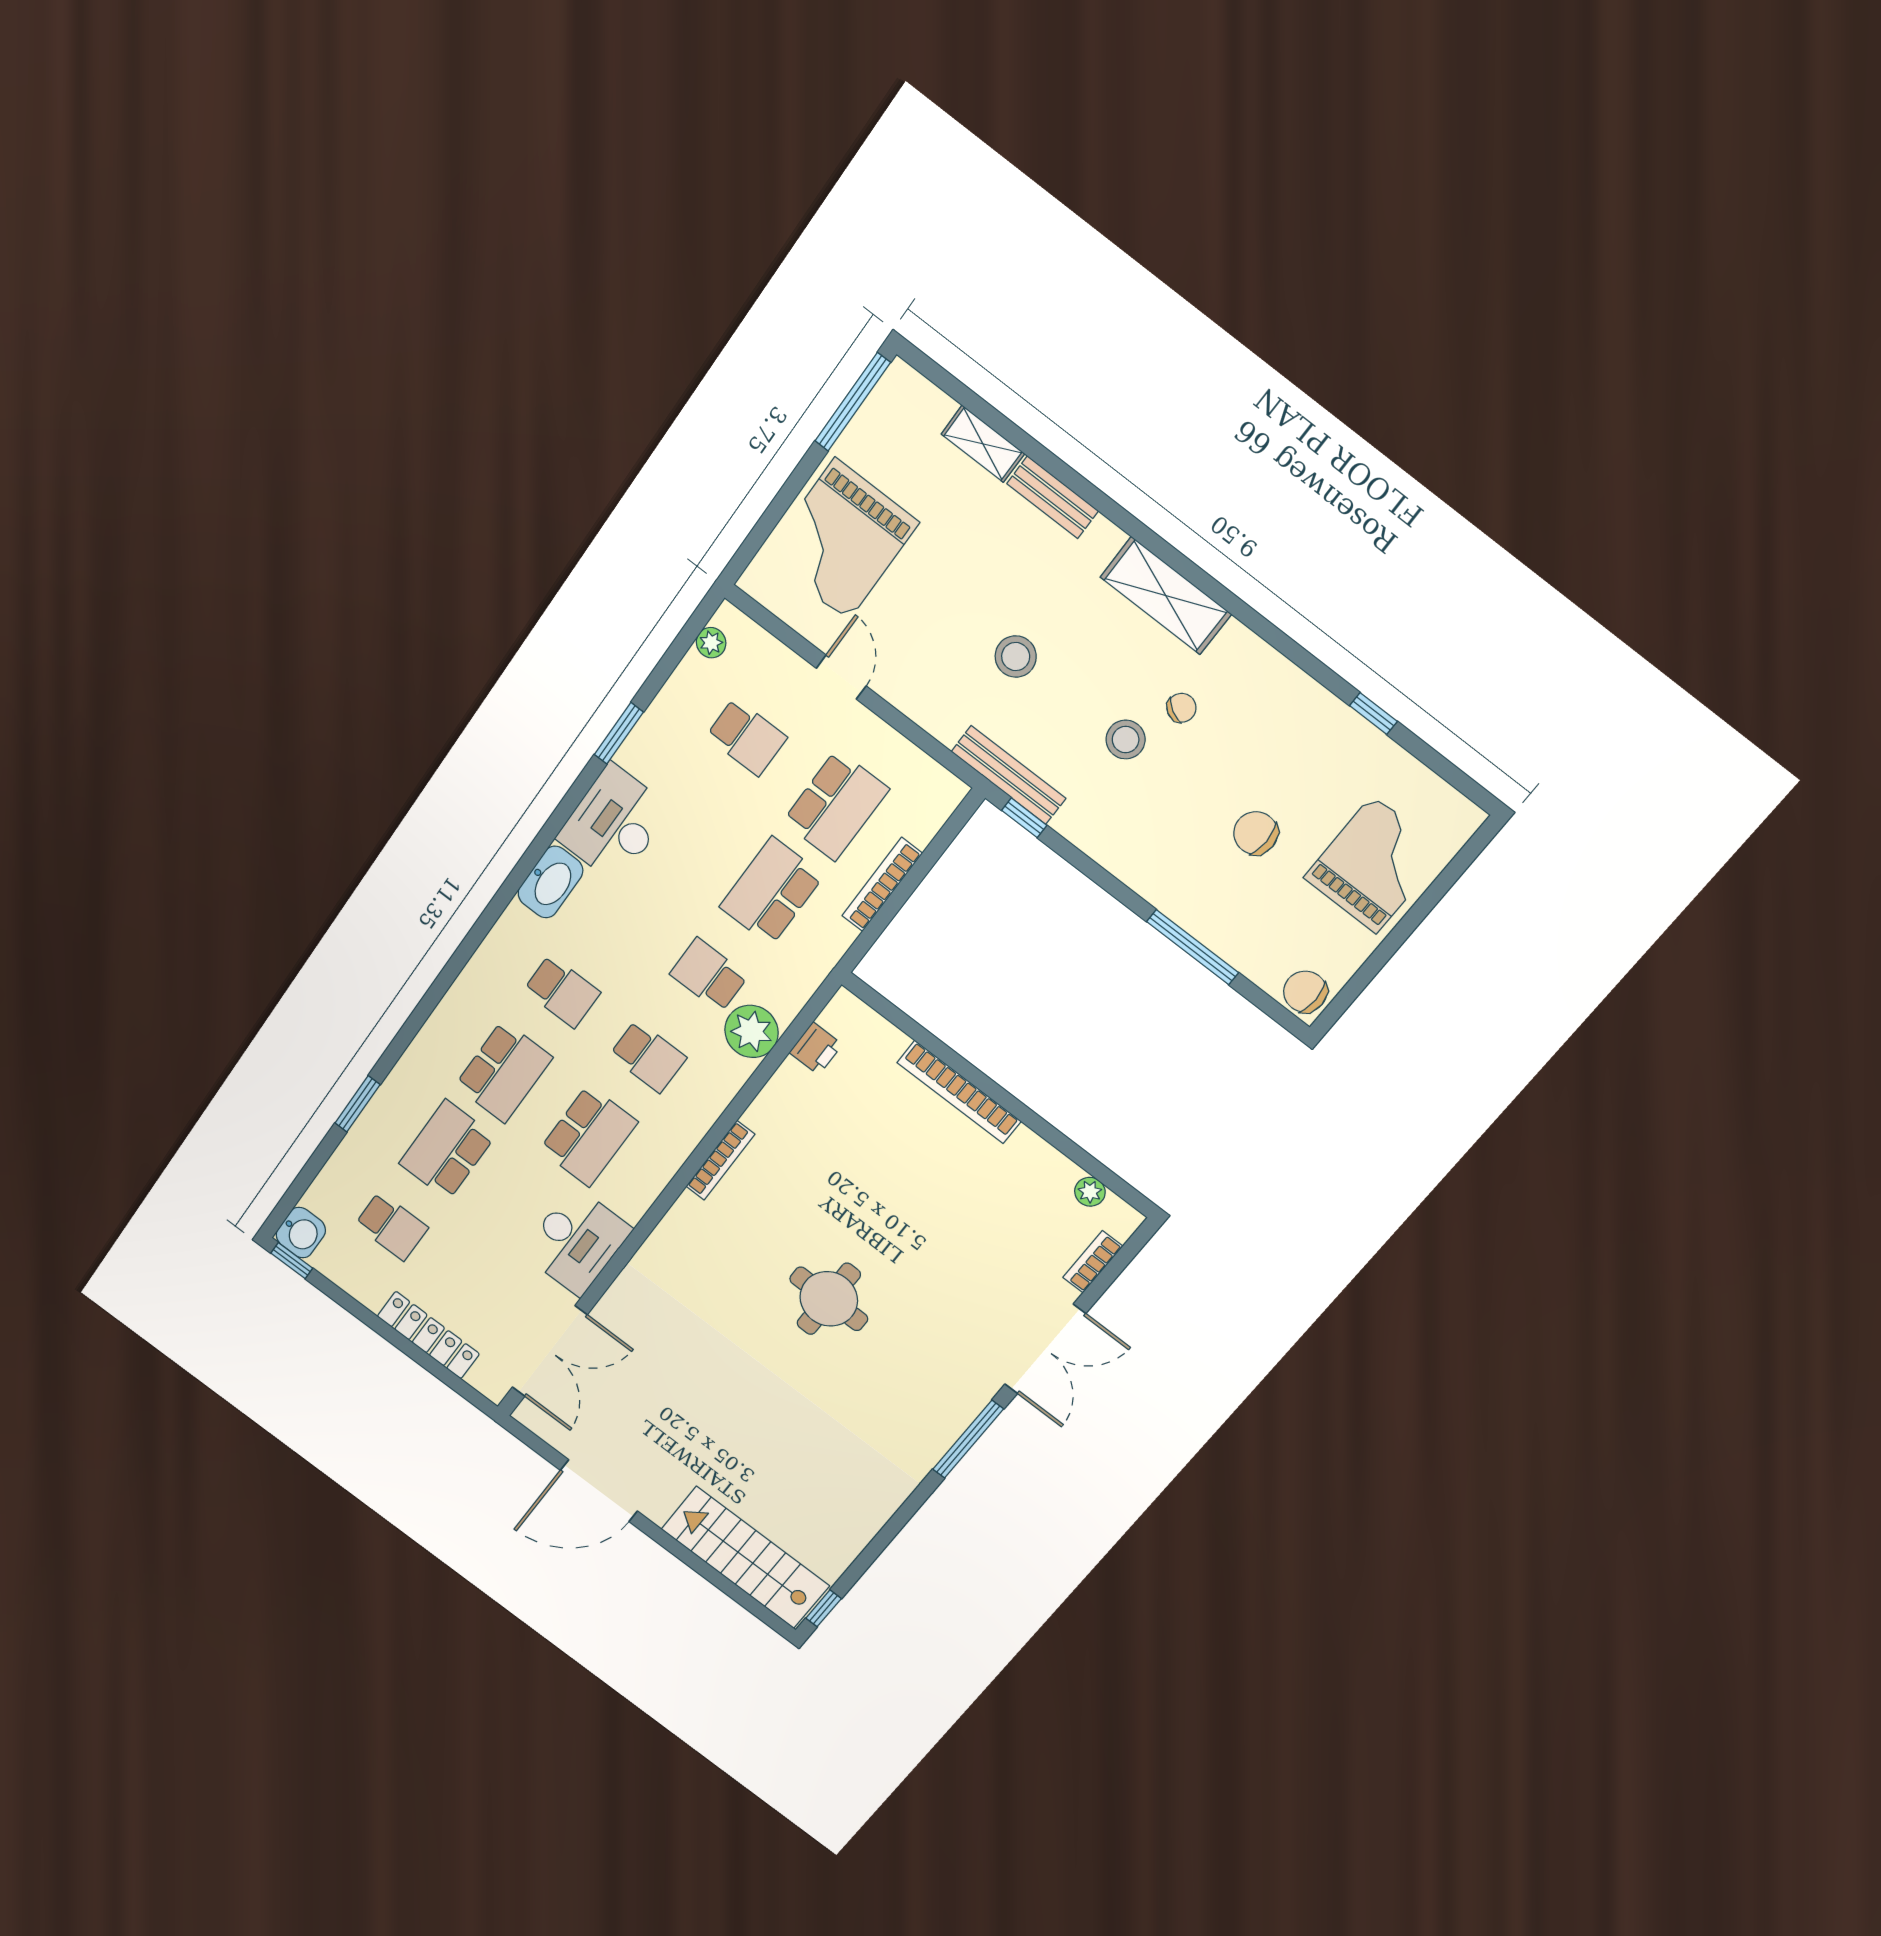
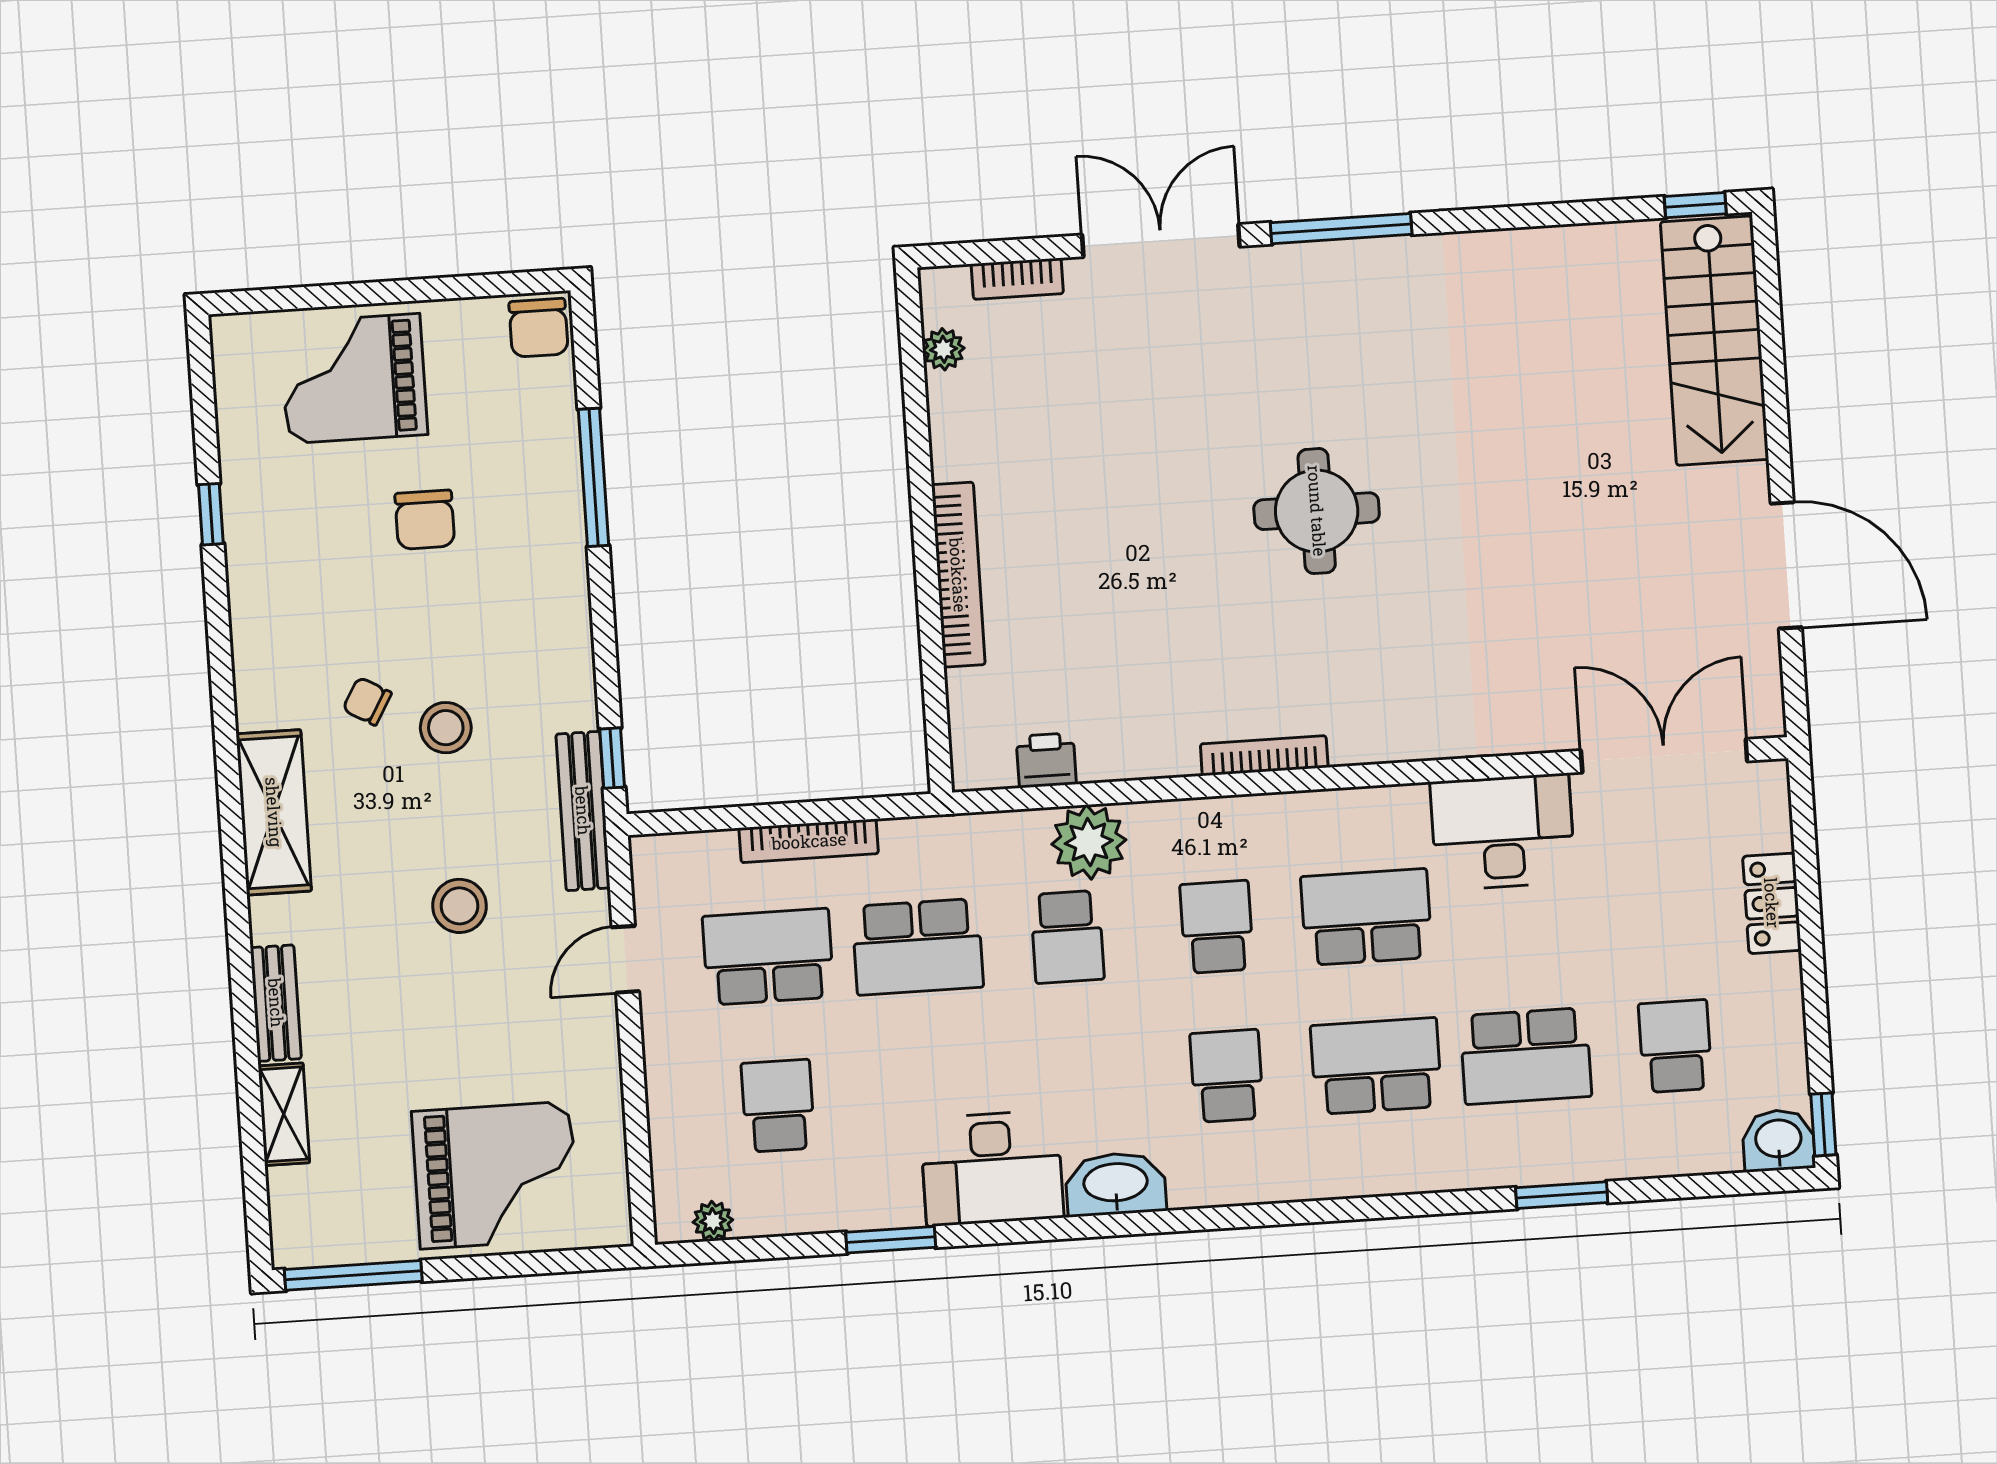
door: (841, 677) -> (625, 959), moved
locker: (428, 1335) -> (1772, 903), width x0.66

